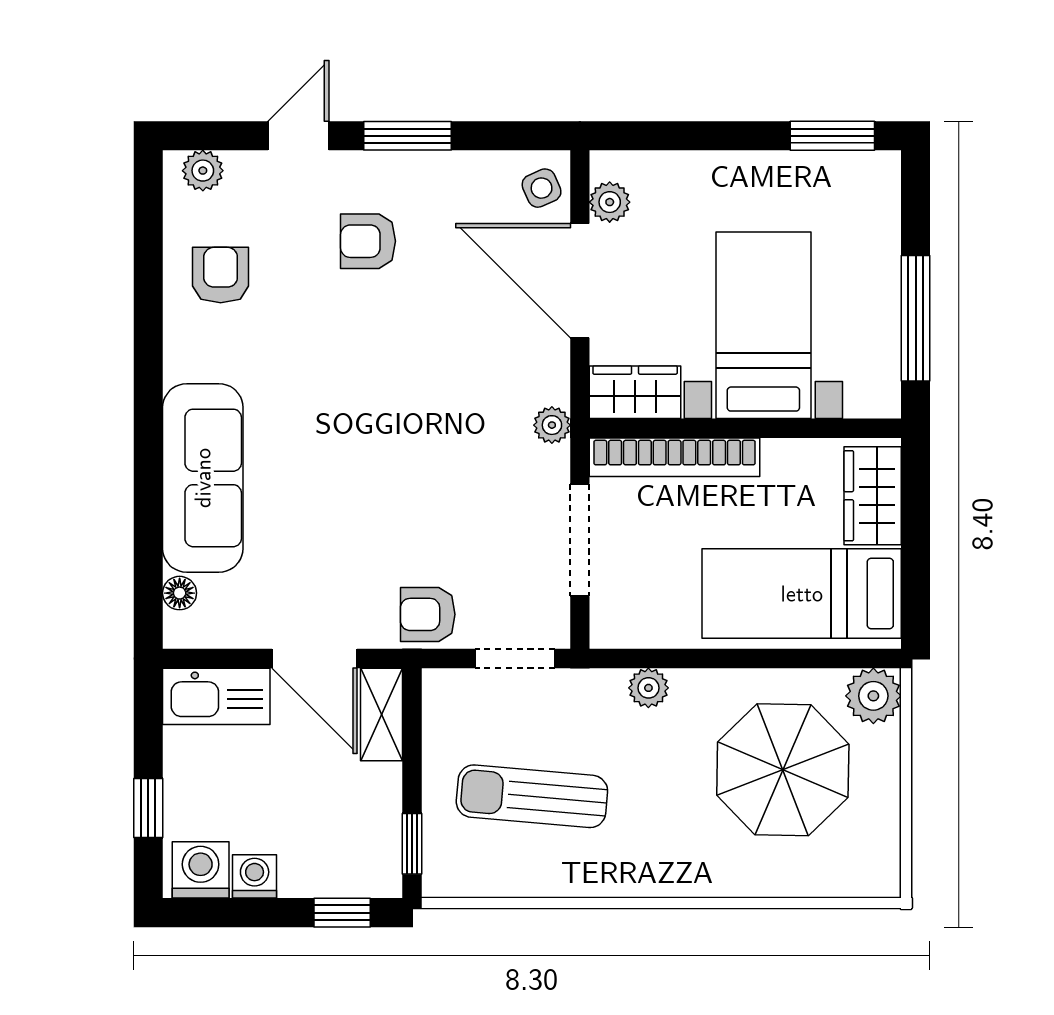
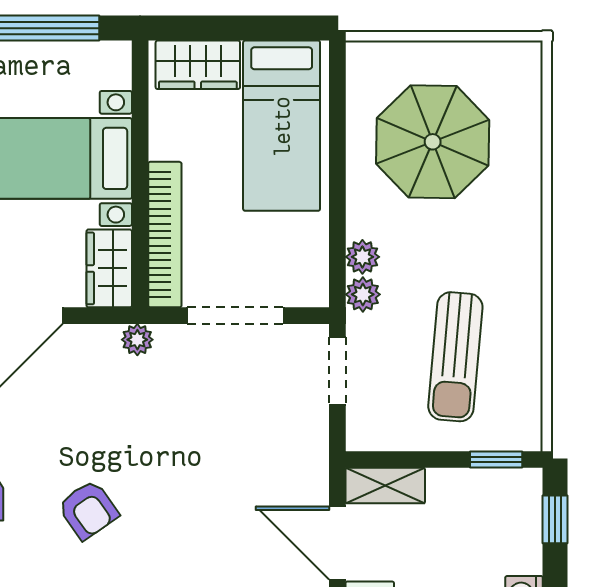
armchair: (428, 614) -> (88, 510), moved, turned -35
door: (315, 658) -> (337, 543), swing flipped
plant: (873, 696) -> (363, 294), moved, width x0.73, depth x0.73

